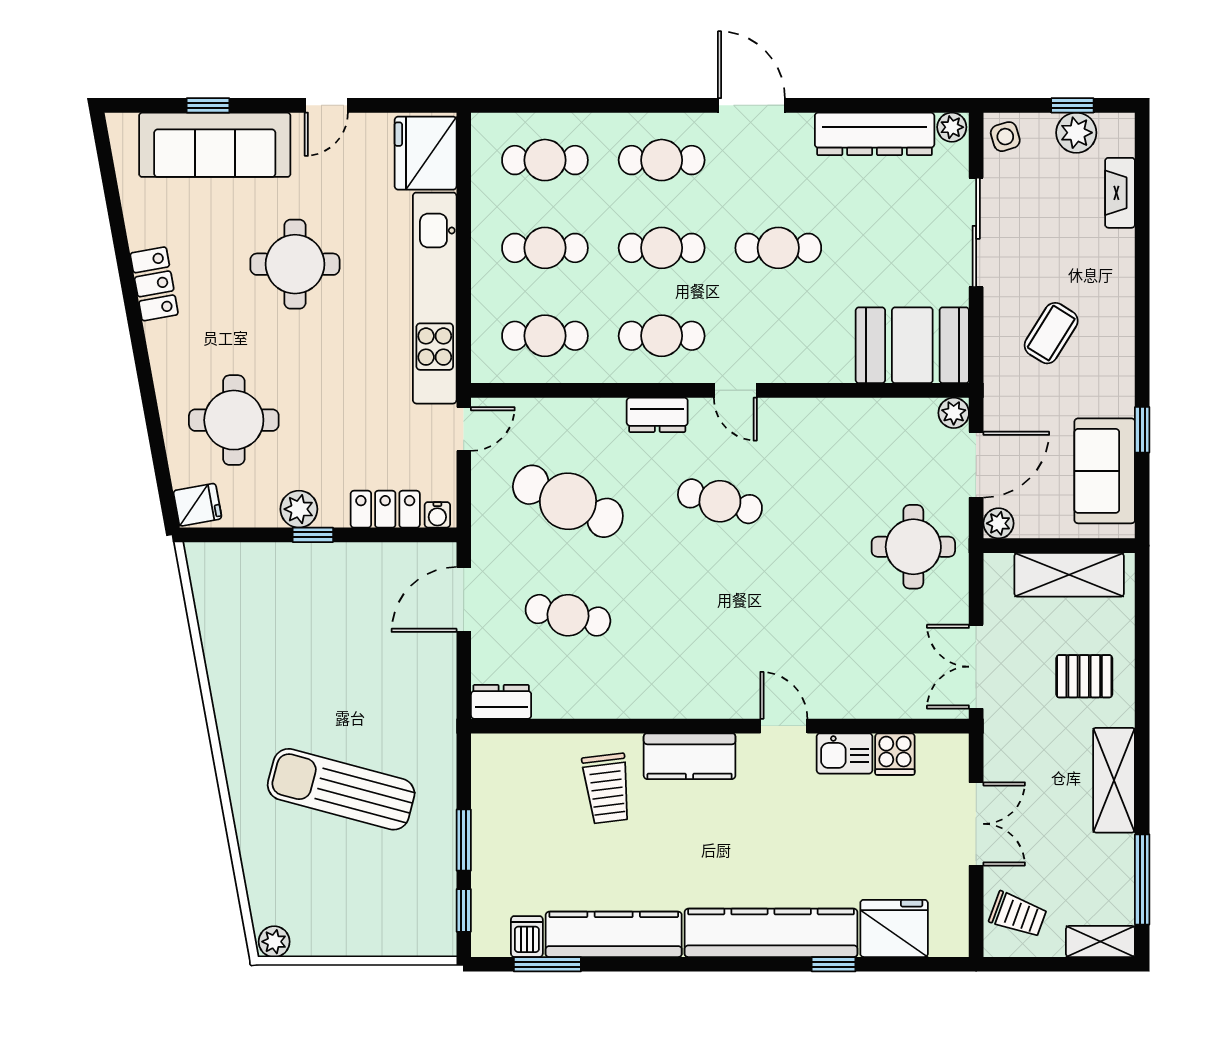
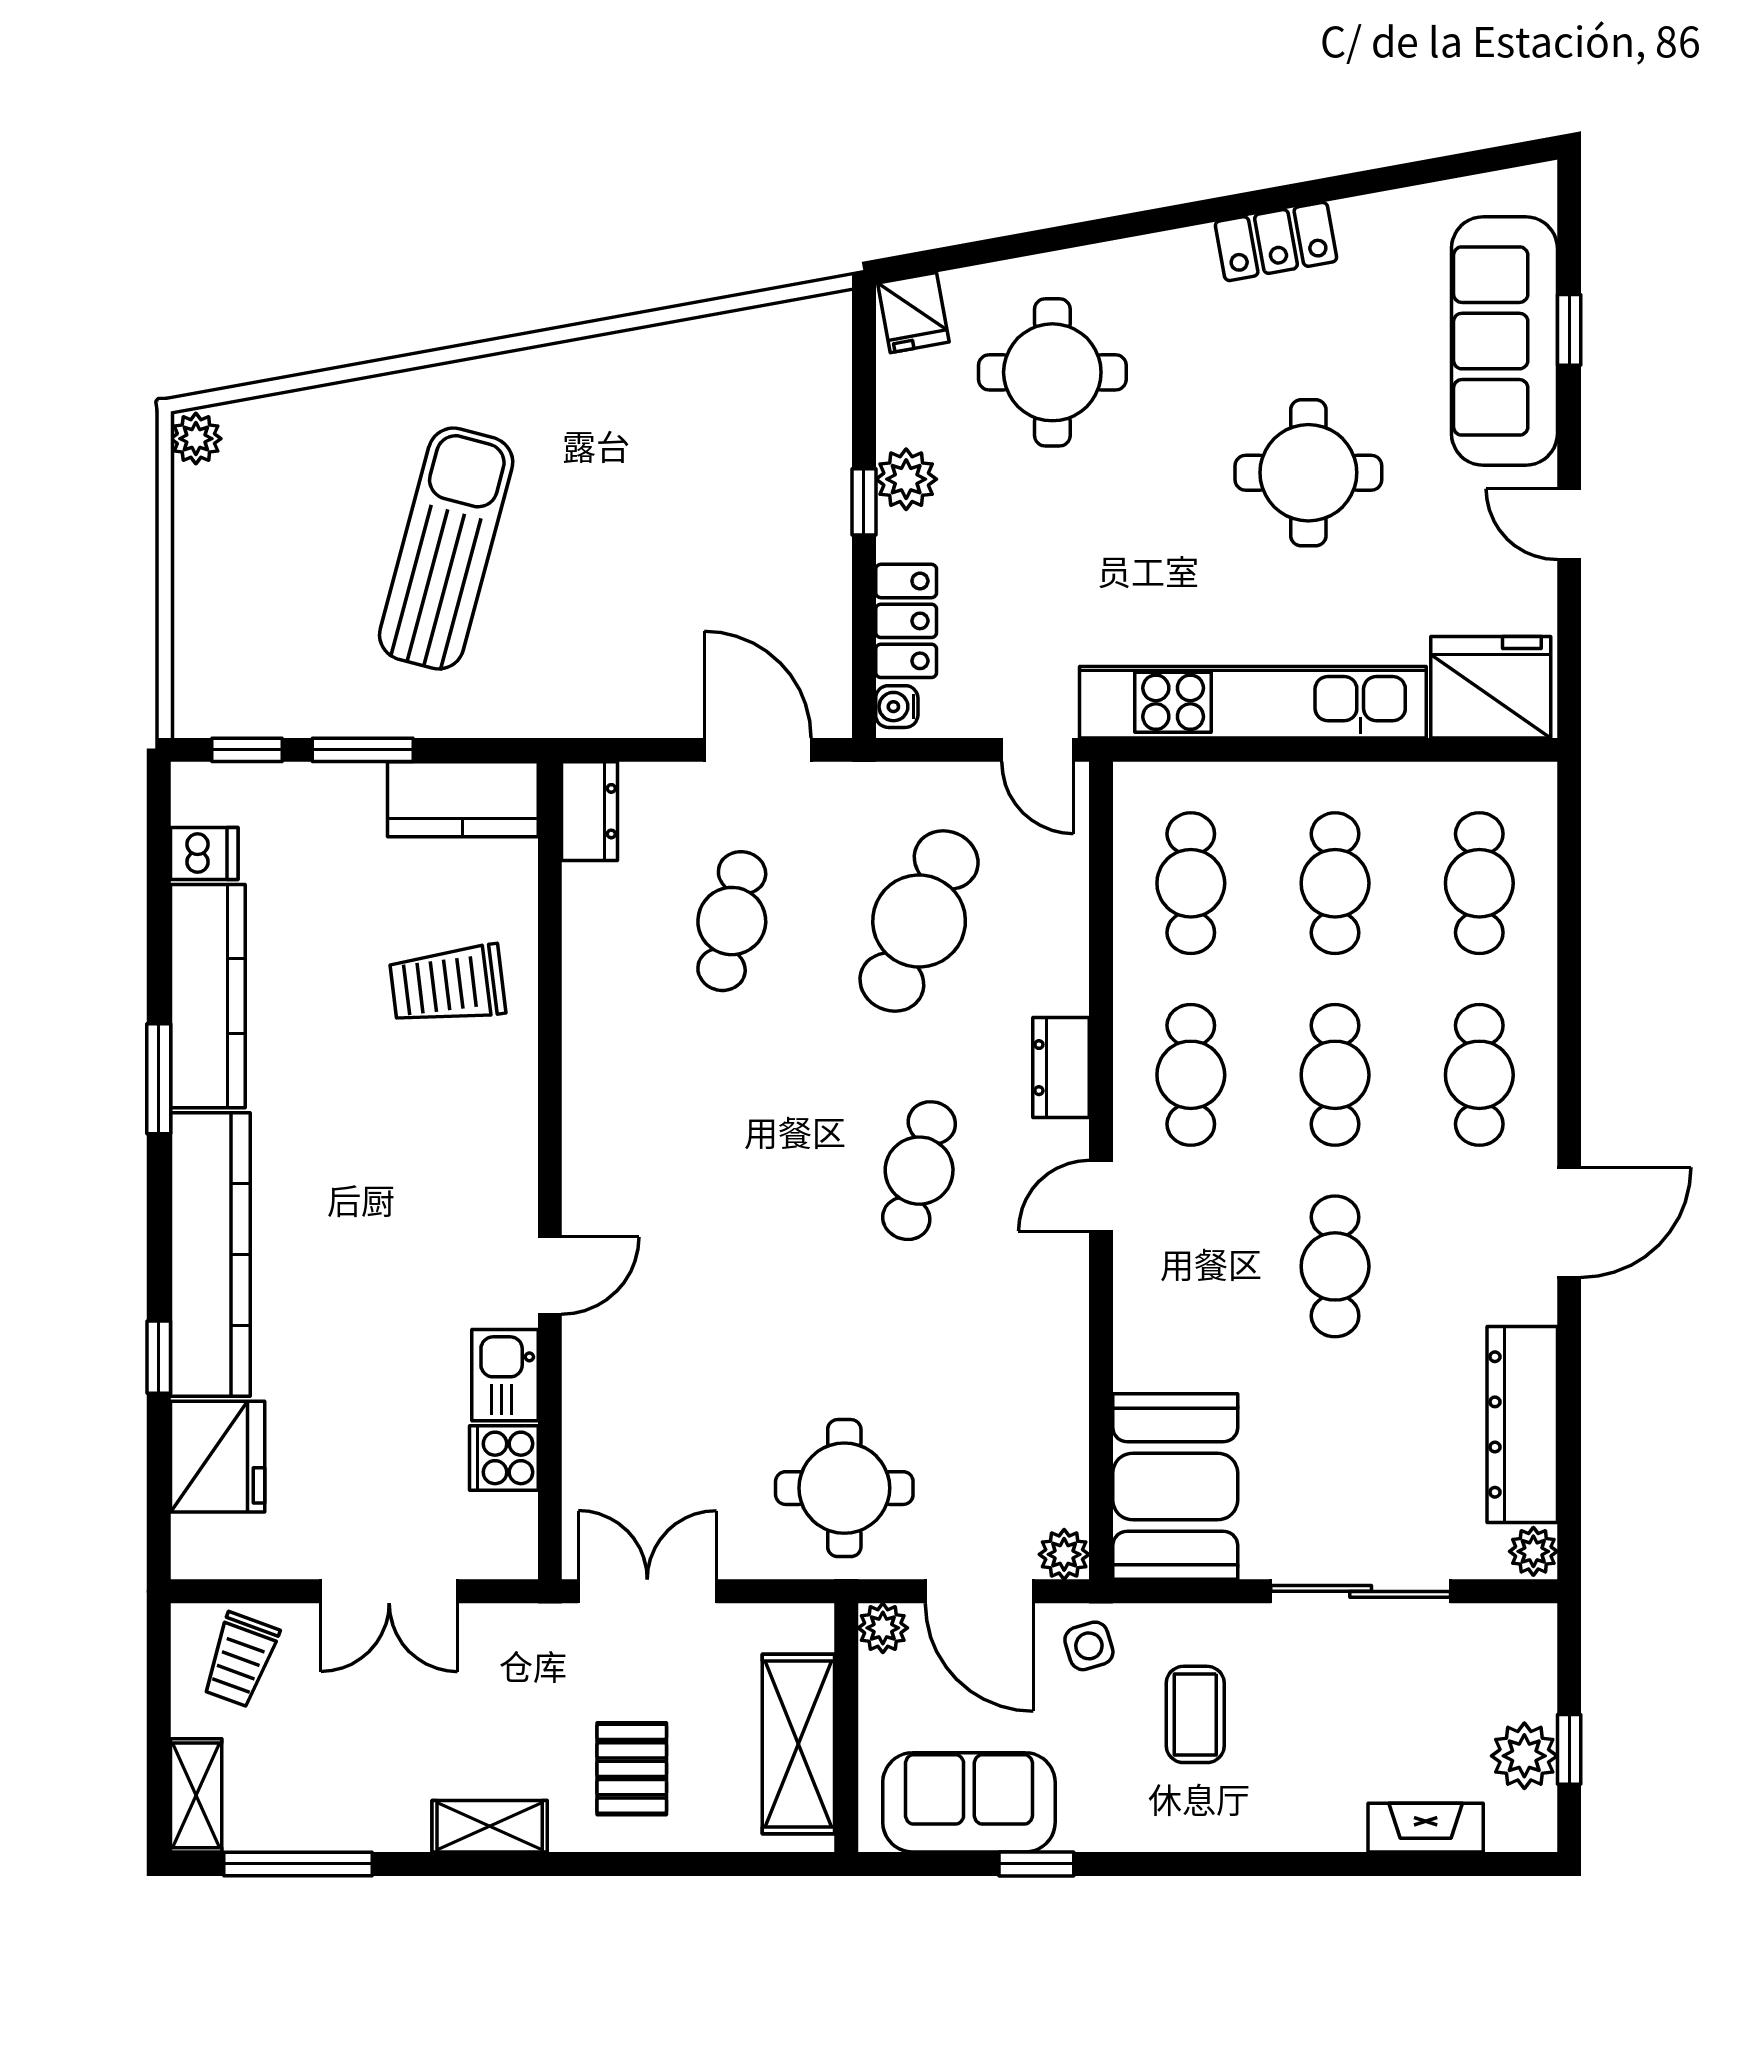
side table: (1005, 137) -> (1089, 1646), moved
coffee table: (1051, 333) -> (1195, 1714), turned 58
kitchen counter: (690, 756) -> (463, 799), moved, turned -90
shelving: (1114, 780) -> (490, 1826), width x0.67, depth x0.75
window: (547, 964) -> (159, 1079), moved

